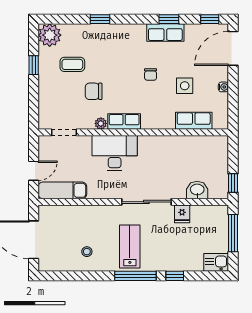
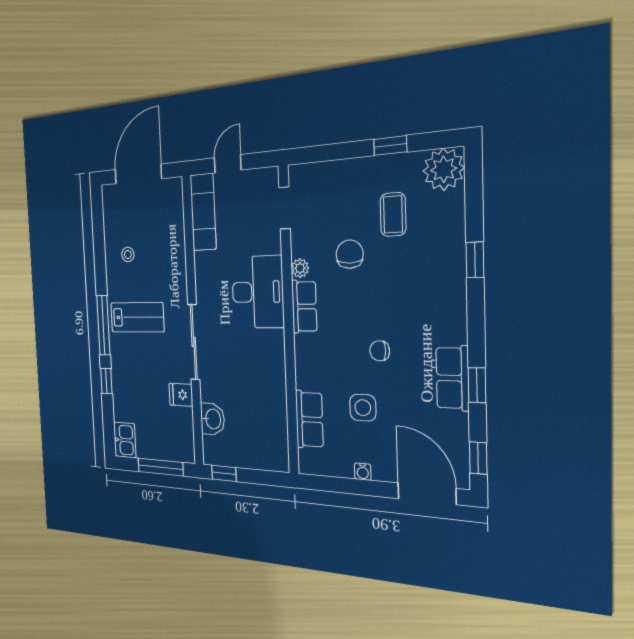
door: (34, 171) -> (228, 164), swing flipped

